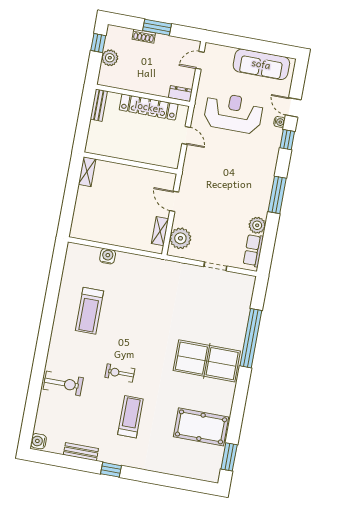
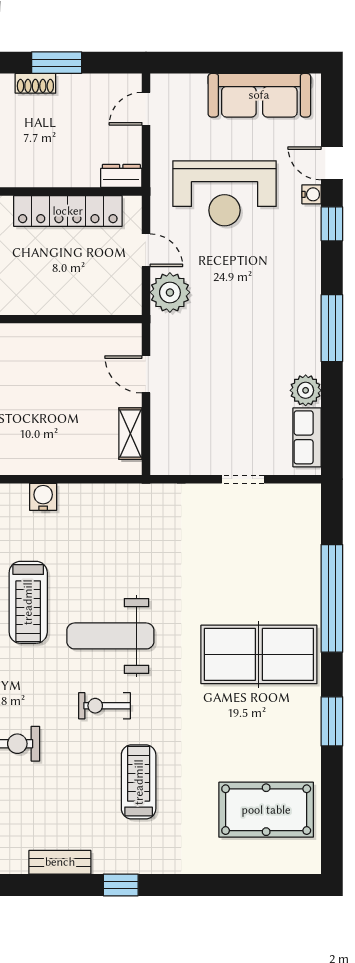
reception desk: (233, 113) -> (225, 193), turned 180
plant: (180, 238) -> (170, 292), moved
weight bench: (130, 337) -> (110, 636), added
pool table: (201, 427) -> (266, 810), moved
window: (229, 457) -> (332, 721), moved

